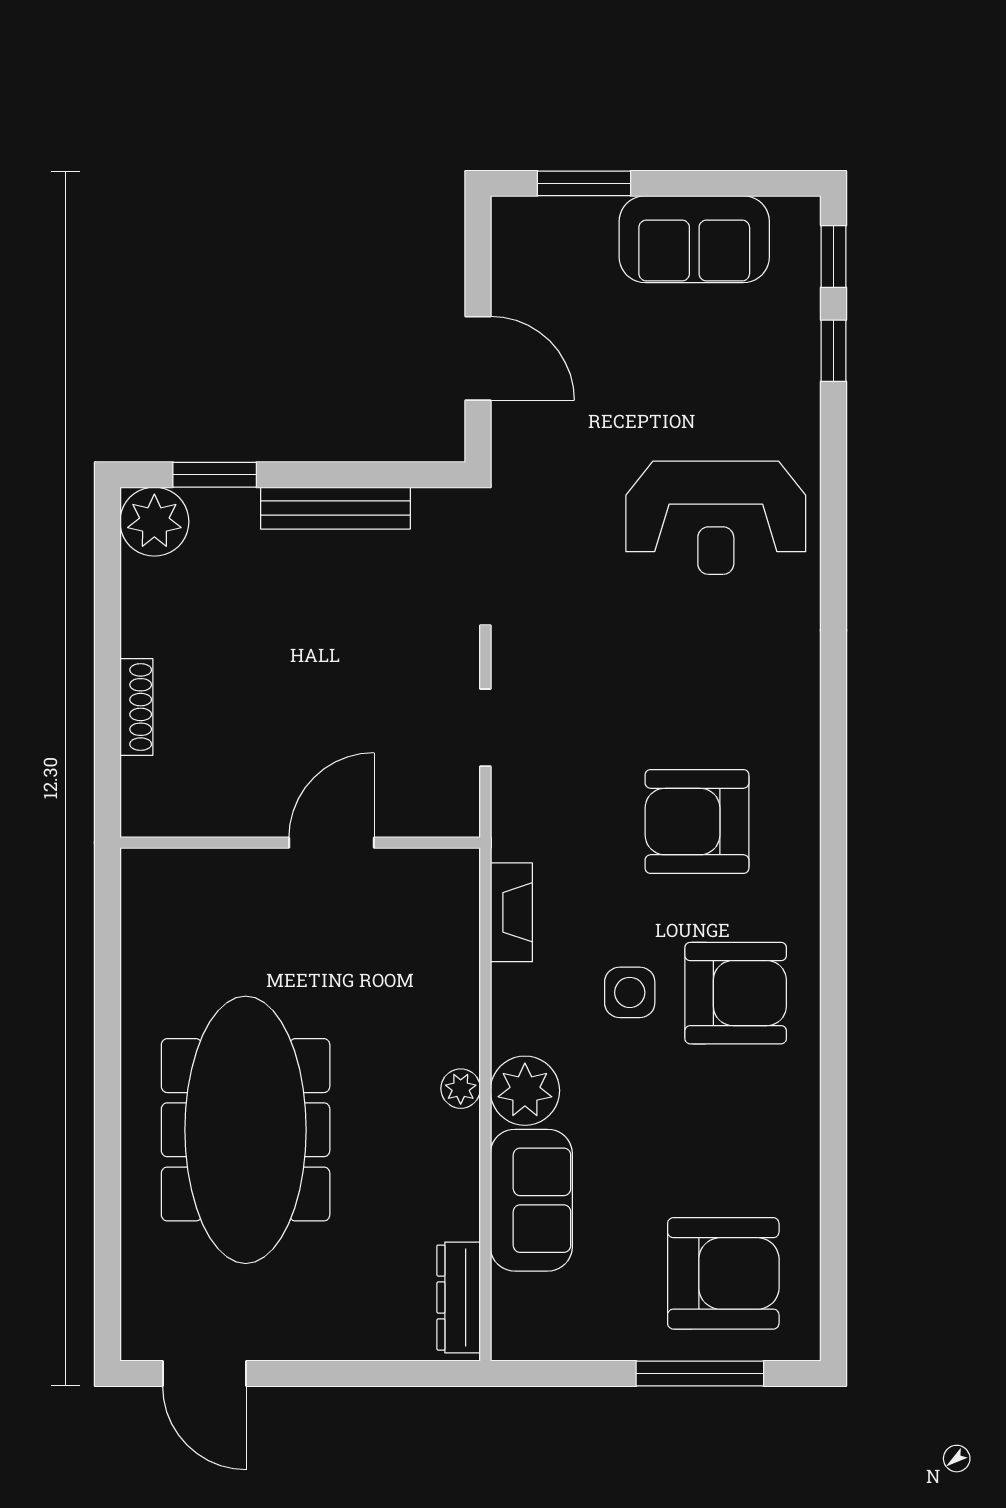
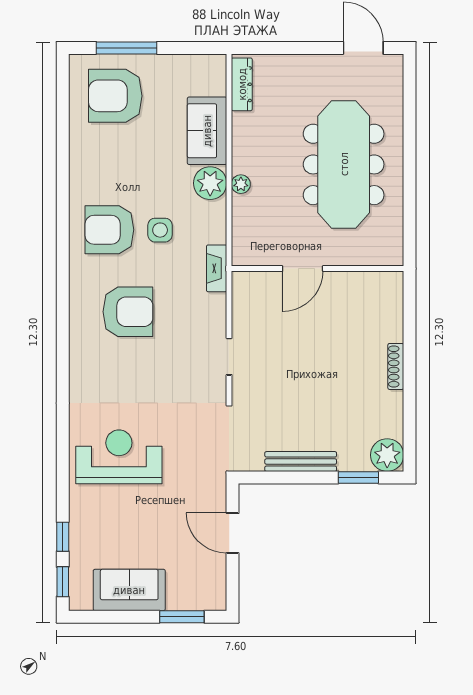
wall: (300, 843) -> (318, 269), moved
door: (331, 843) -> (303, 269), moved

